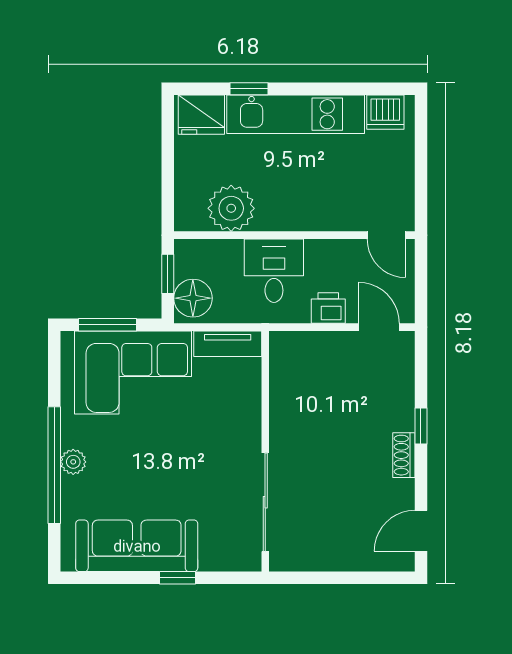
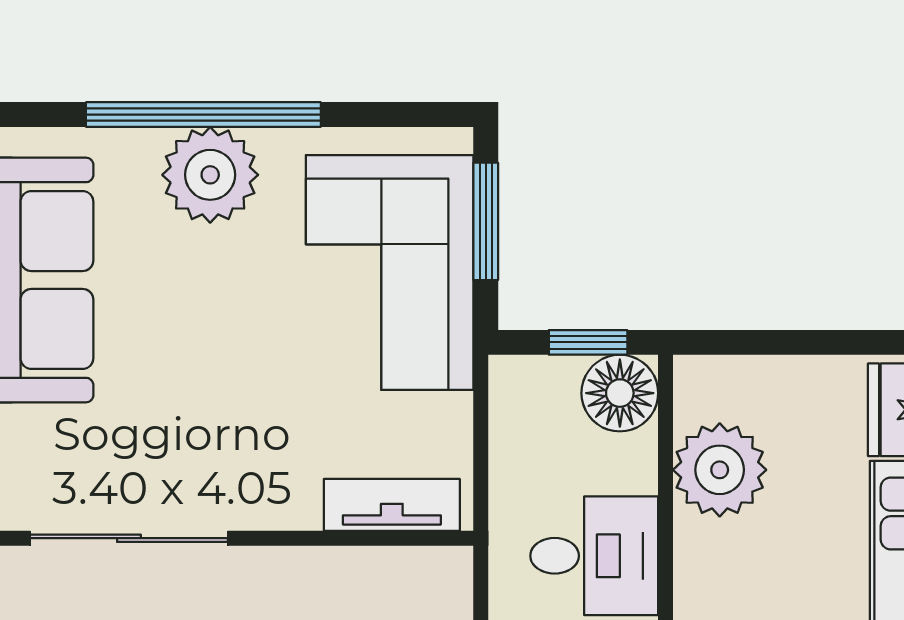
floor lamp: (193, 298) -> (620, 393), moved
tv unit: (228, 344) -> (392, 505), moved, turned 90
plant: (73, 462) -> (210, 175), width x1.88, depth x1.88

